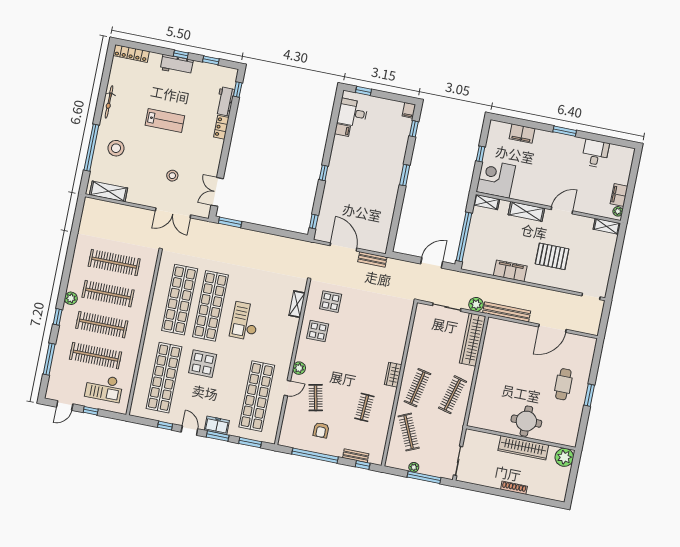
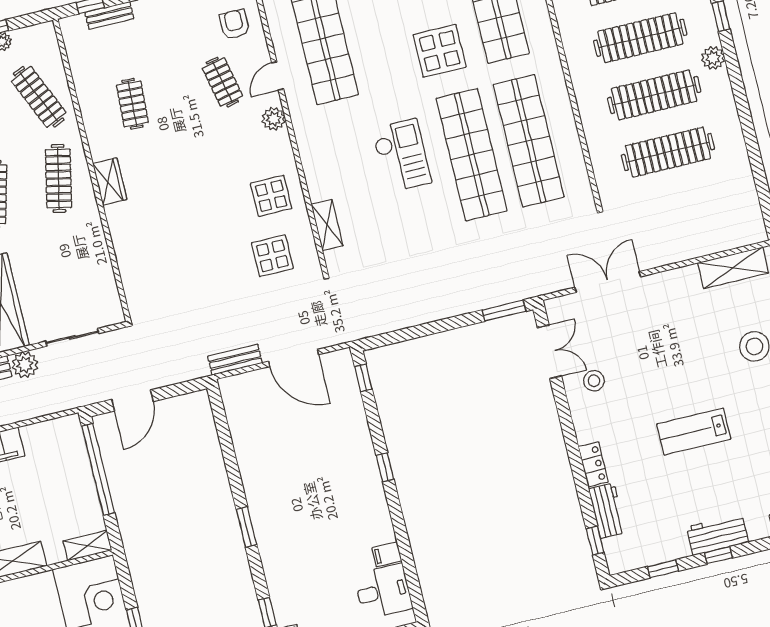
stool: (172, 176) -> (594, 381), moved
armchair: (321, 430) -> (234, 24), moved

